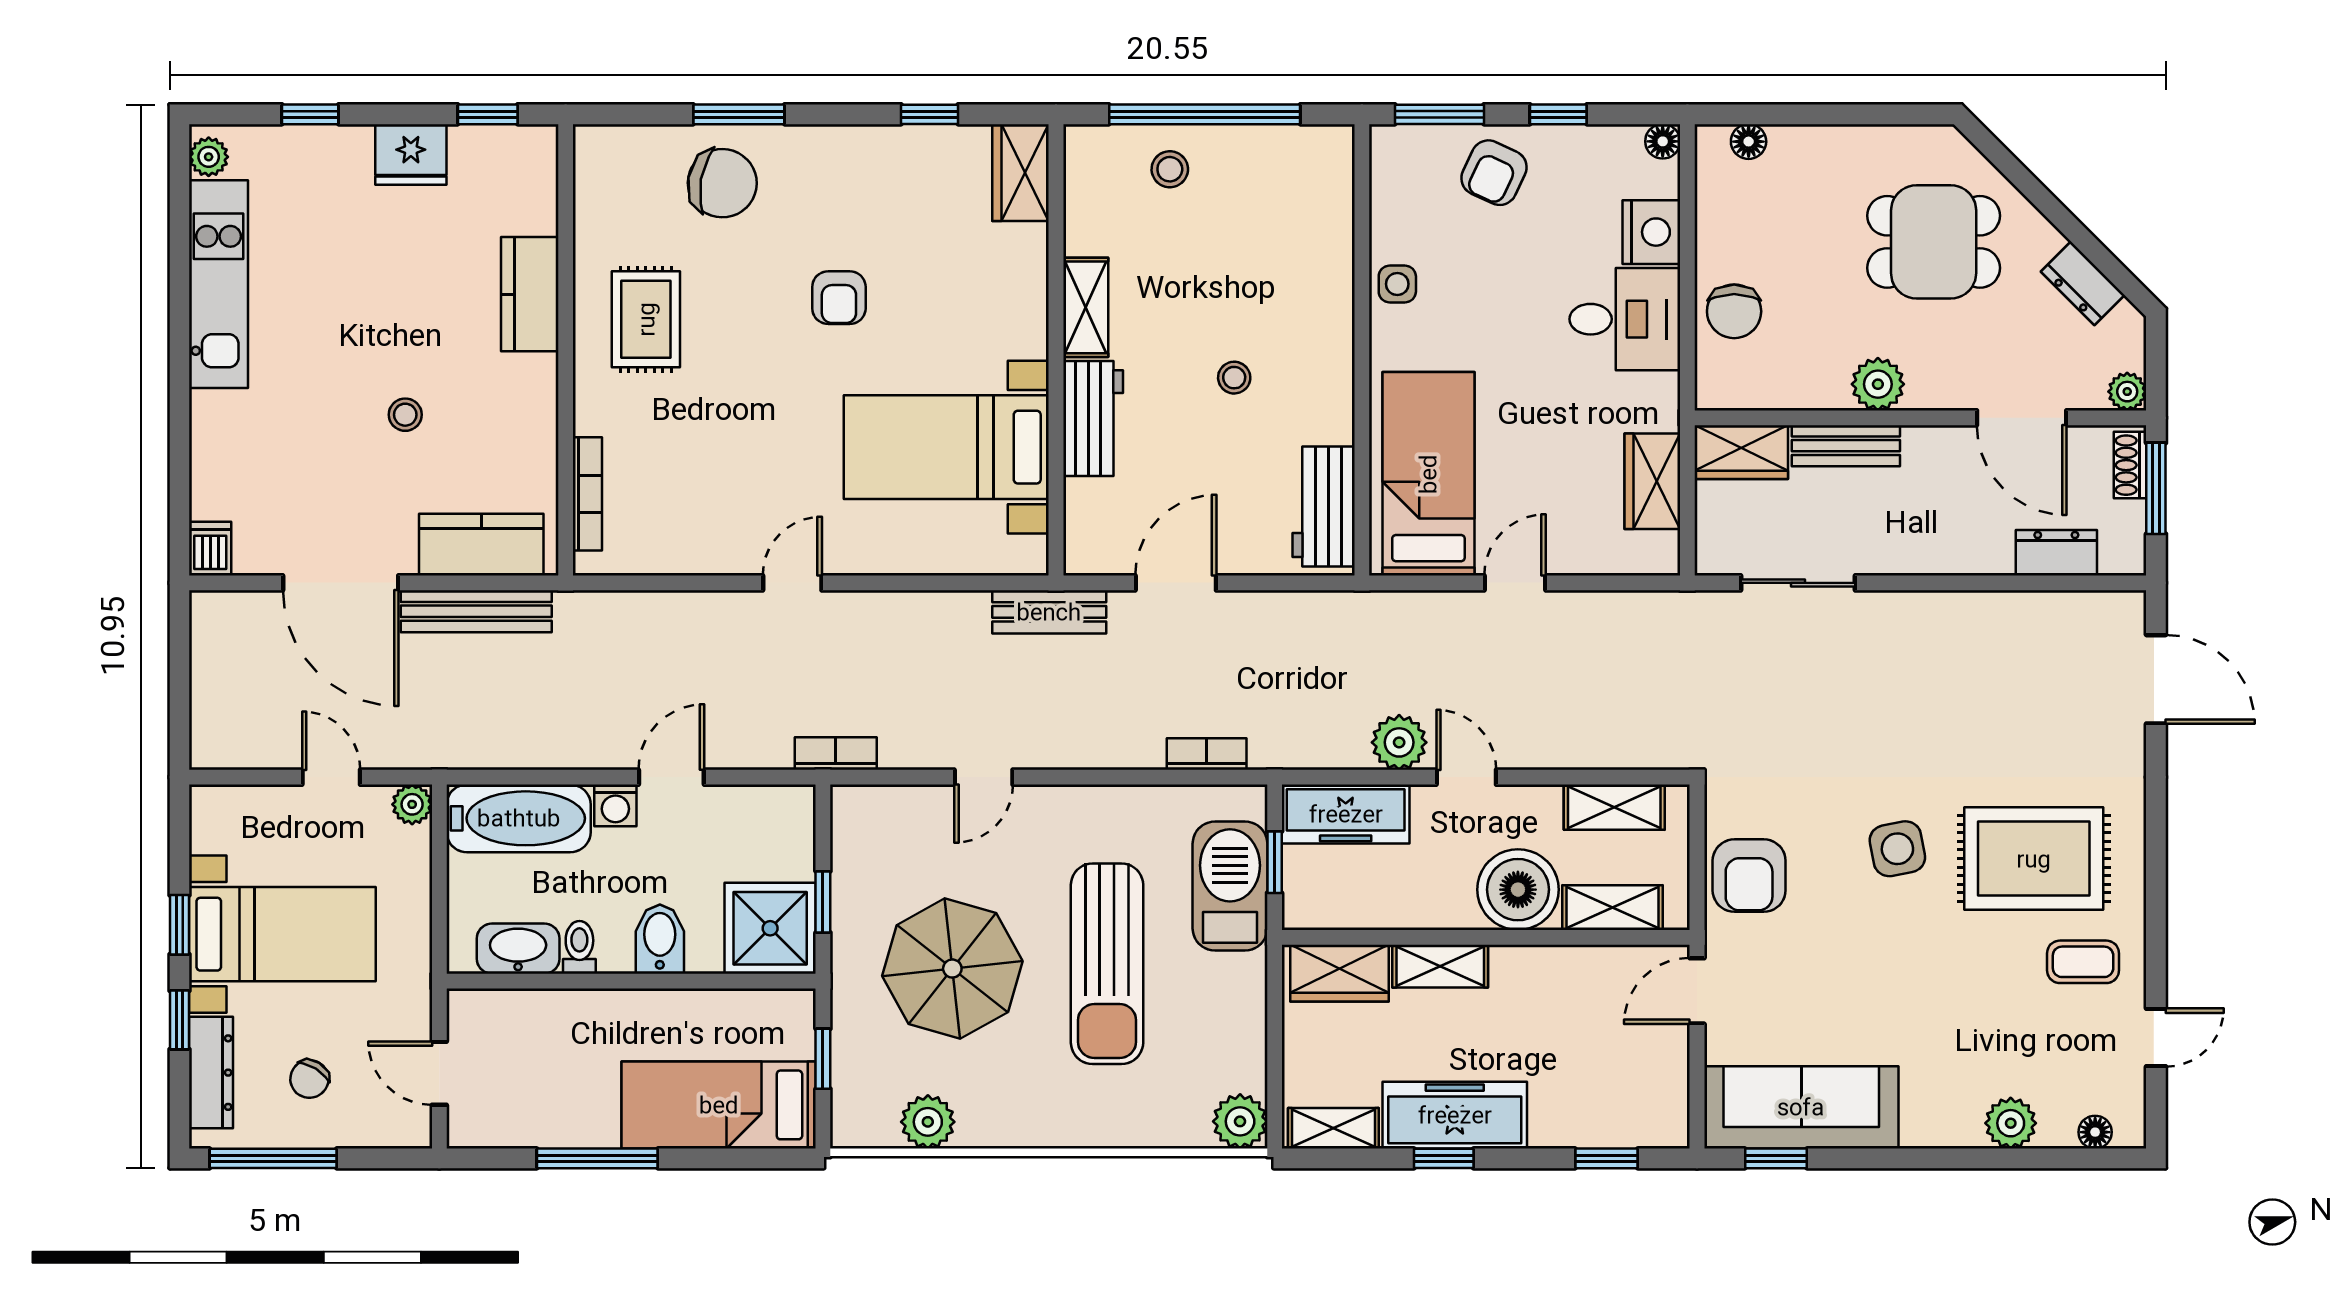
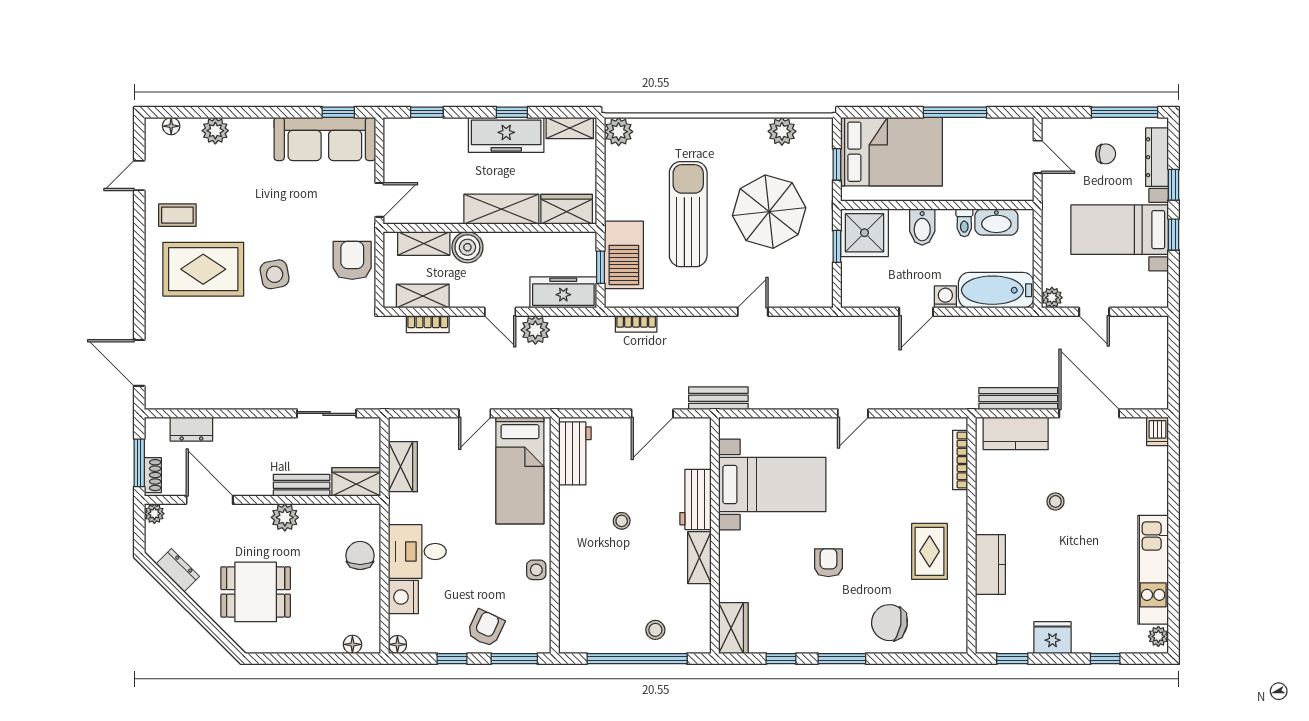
window: (739, 114) -> (842, 659), moved
bookcase: (836, 754) -> (428, 324), moved
boiler: (1518, 890) -> (467, 247), width x0.73, depth x0.73
shelving: (1440, 966) -> (501, 209), width x1.50, depth x1.33
chair: (309, 1079) -> (1106, 154), turned 58
bed: (719, 1105) -> (891, 152), width x1.50

